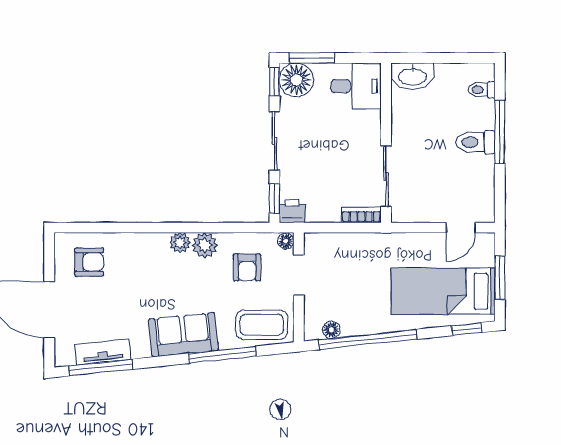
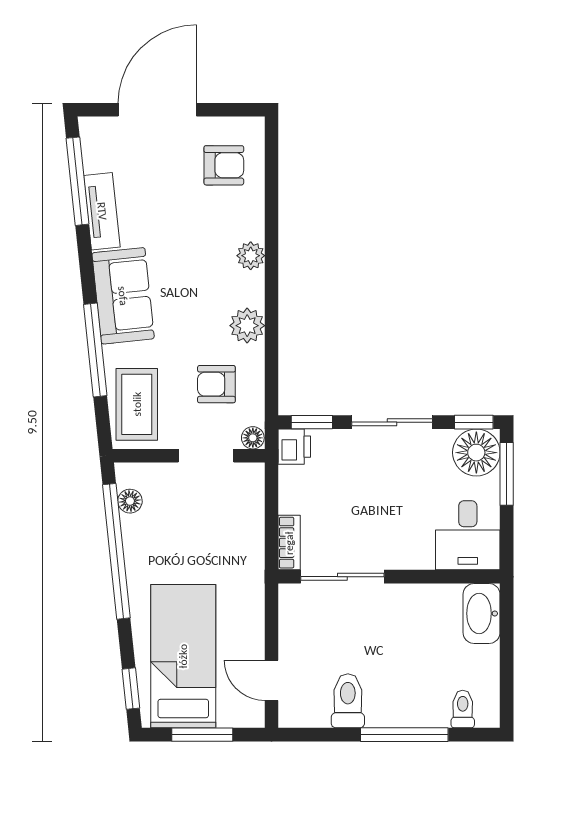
toilet: (475, 142) -> (348, 701), moved
plant: (180, 243) -> (251, 256), moved
armchair: (89, 262) -> (224, 165), turned -90
tv unit: (103, 352) -> (102, 211), moved

